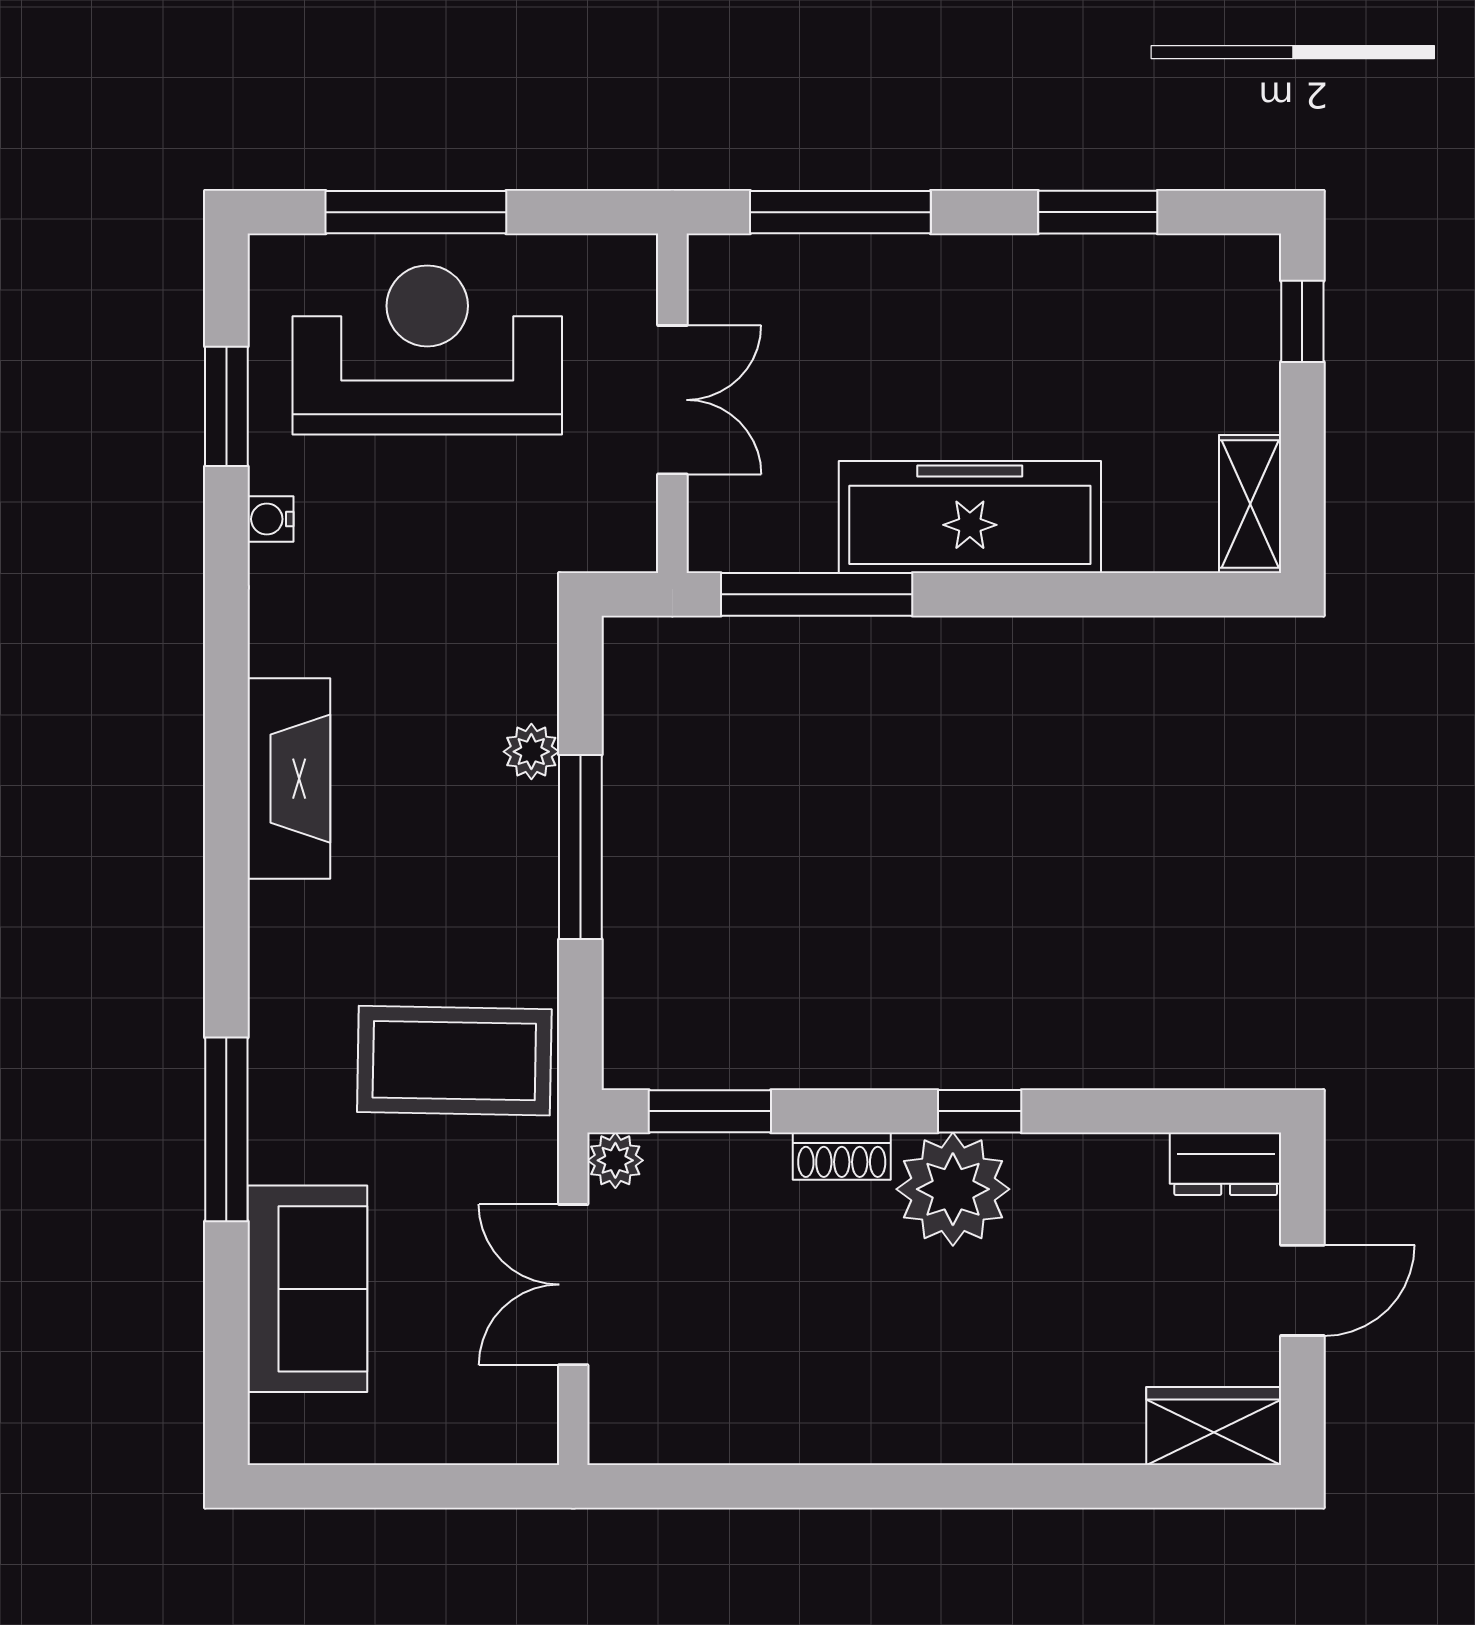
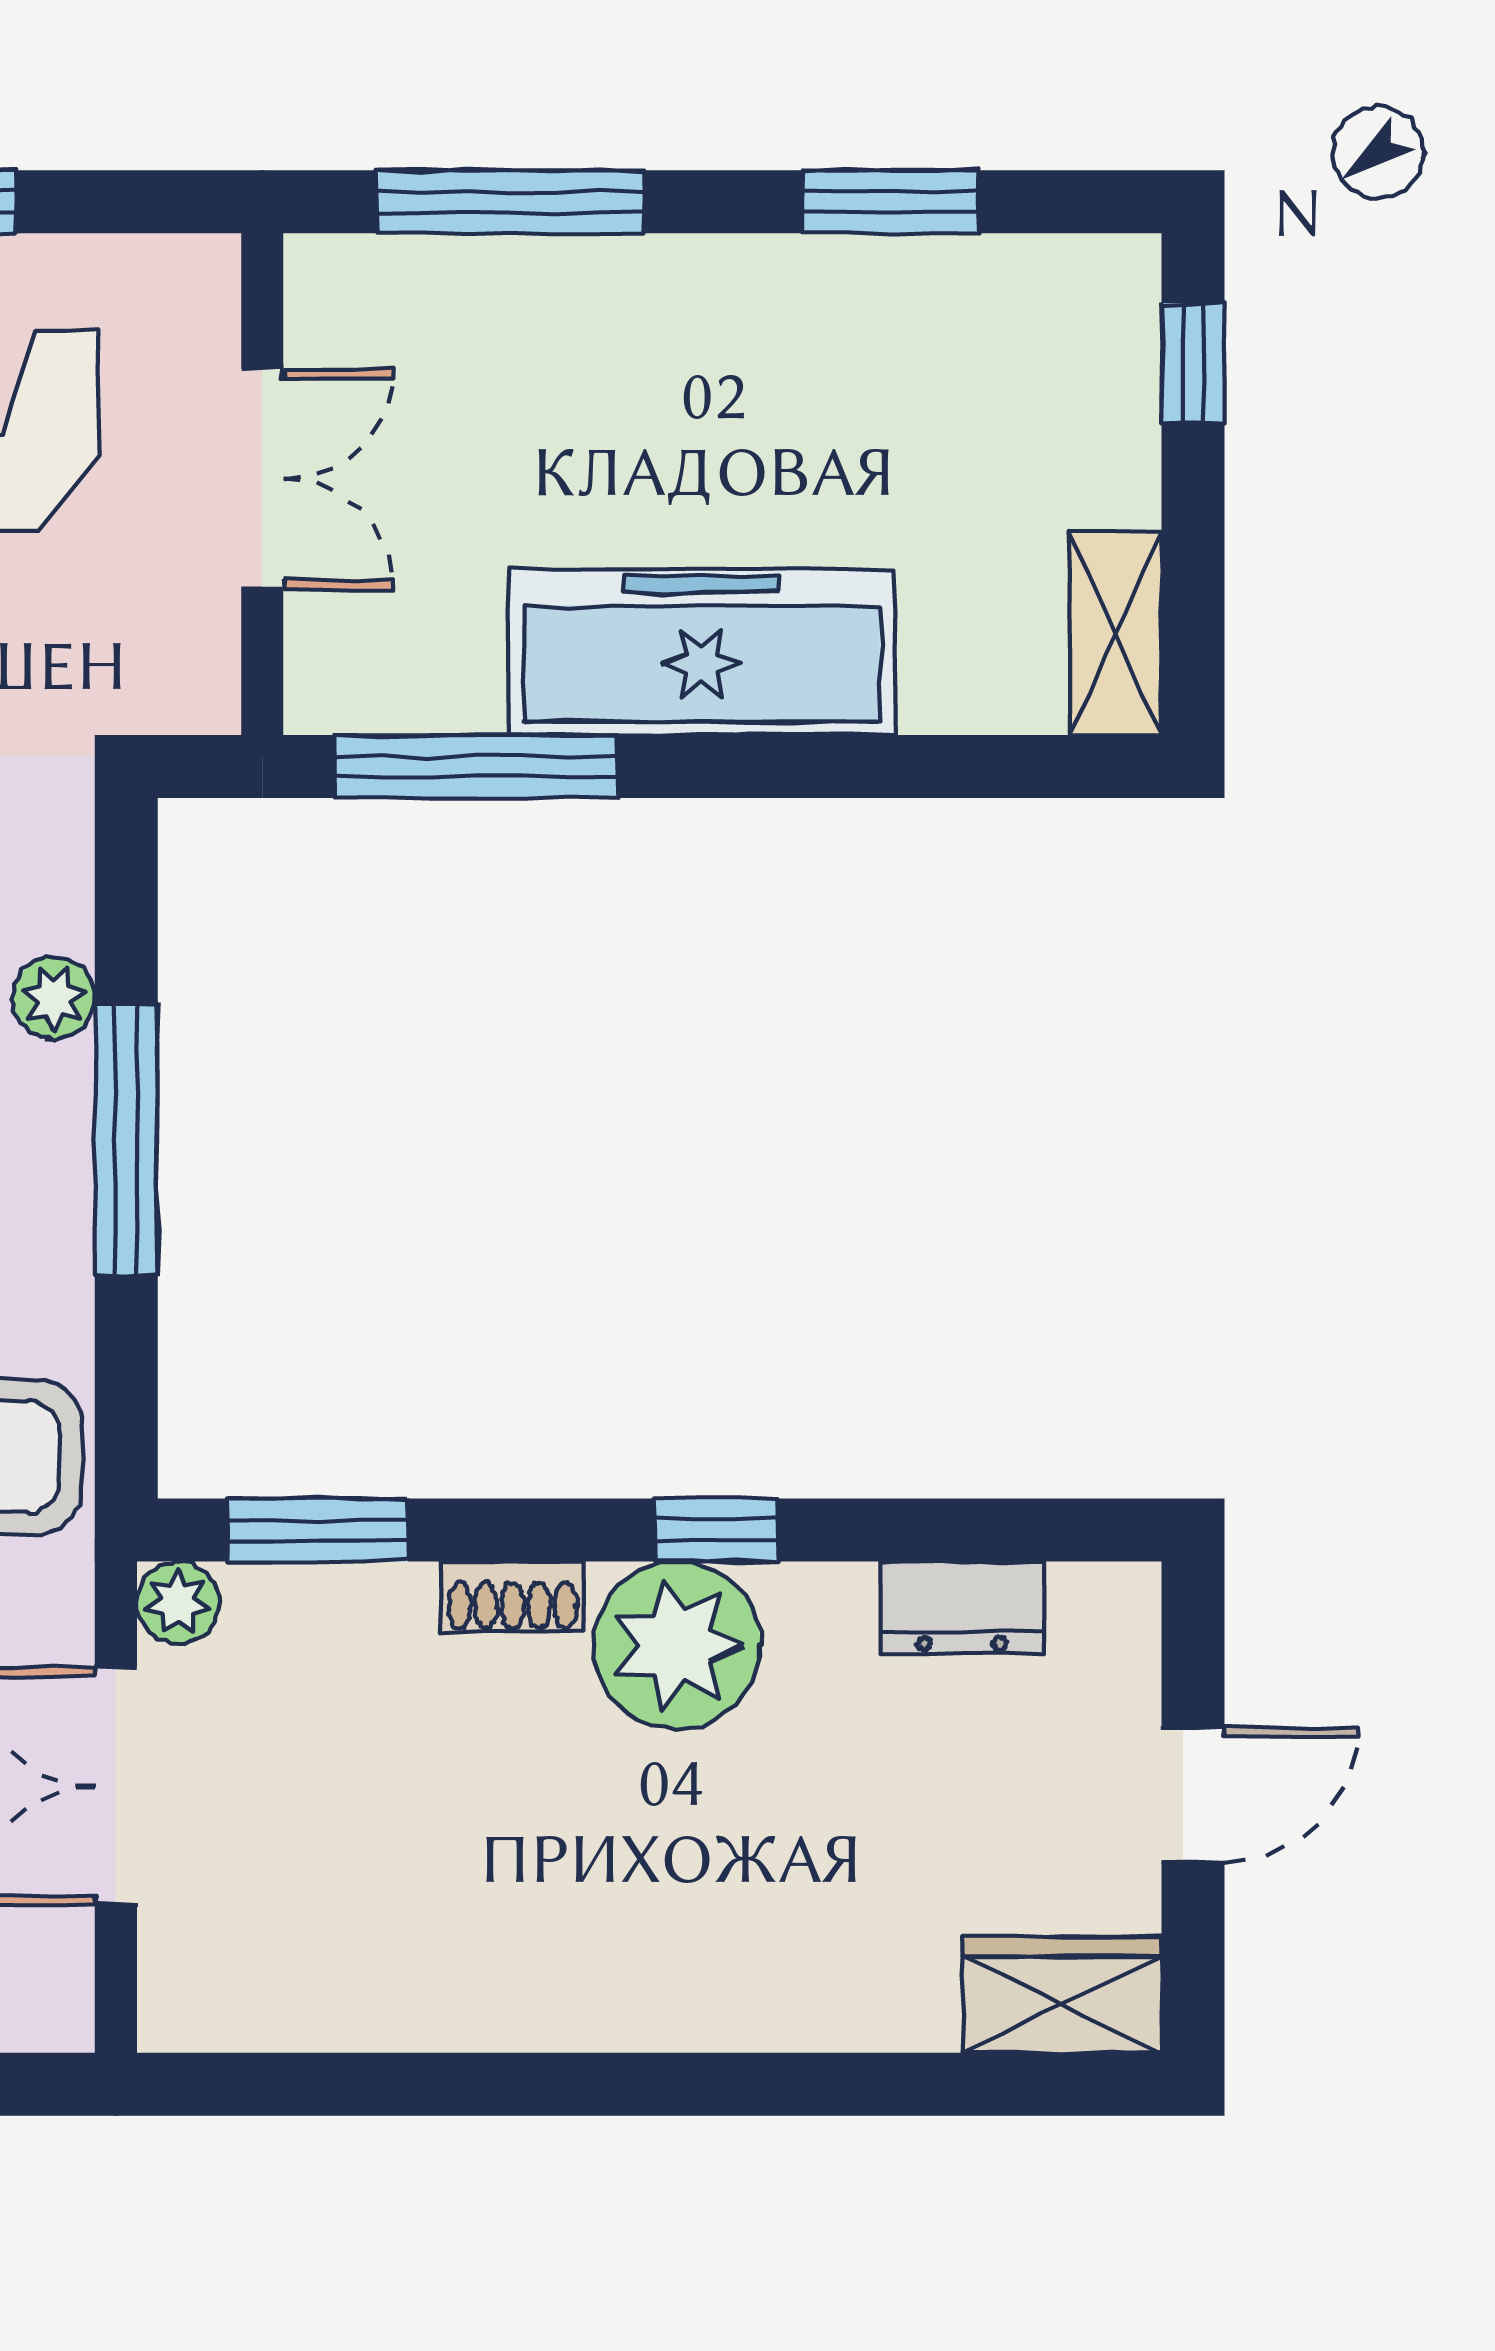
dresser: (1226, 1164) -> (962, 1608), moved

